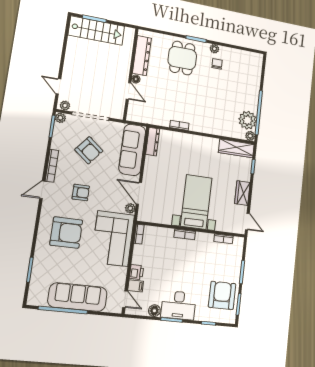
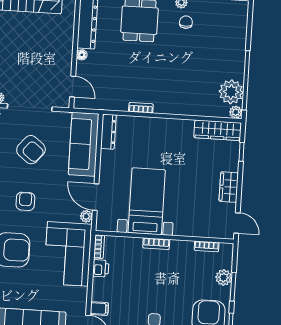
door: (128, 91) -> (73, 87), moved
armchair: (81, 192) -> (25, 201), turned -90
bed with nightstands: (196, 202) -> (147, 201), moved
plant: (235, 264) -> (224, 278), added
printer: (136, 272) -> (101, 268), moved

